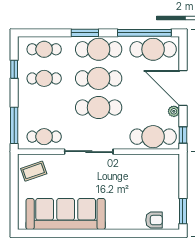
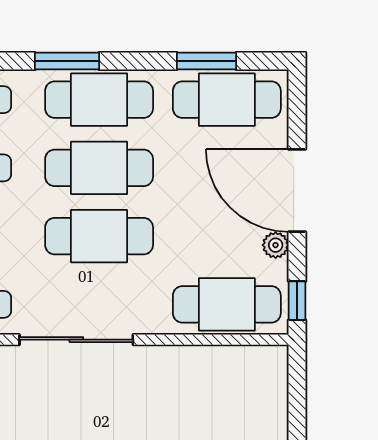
window: (144, 33) -> (206, 61), width x0.47

